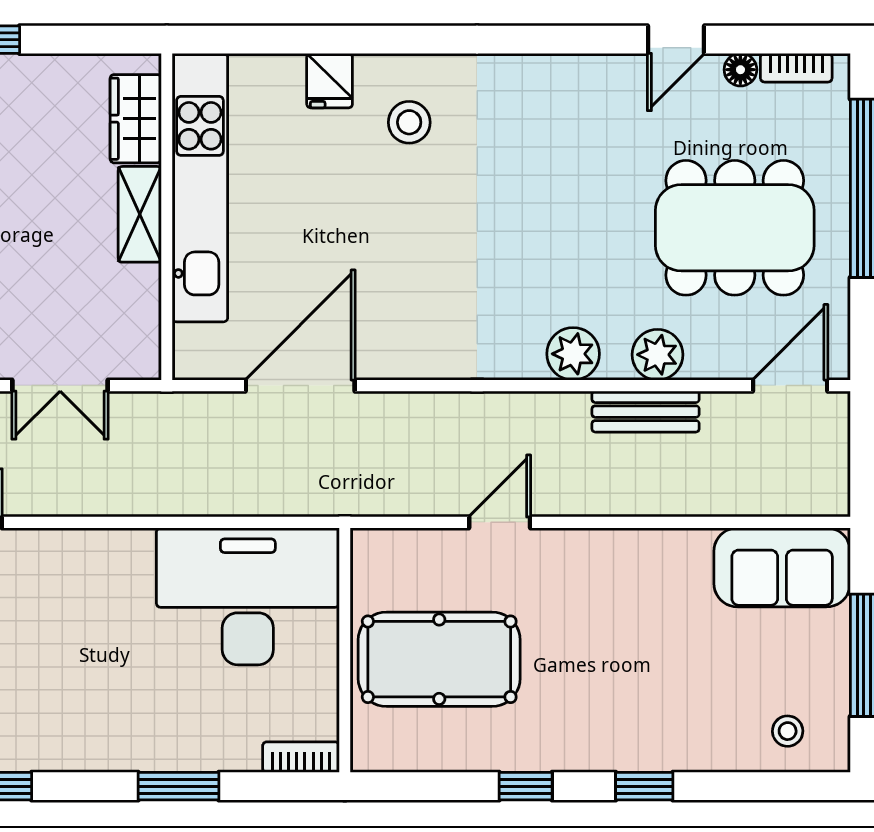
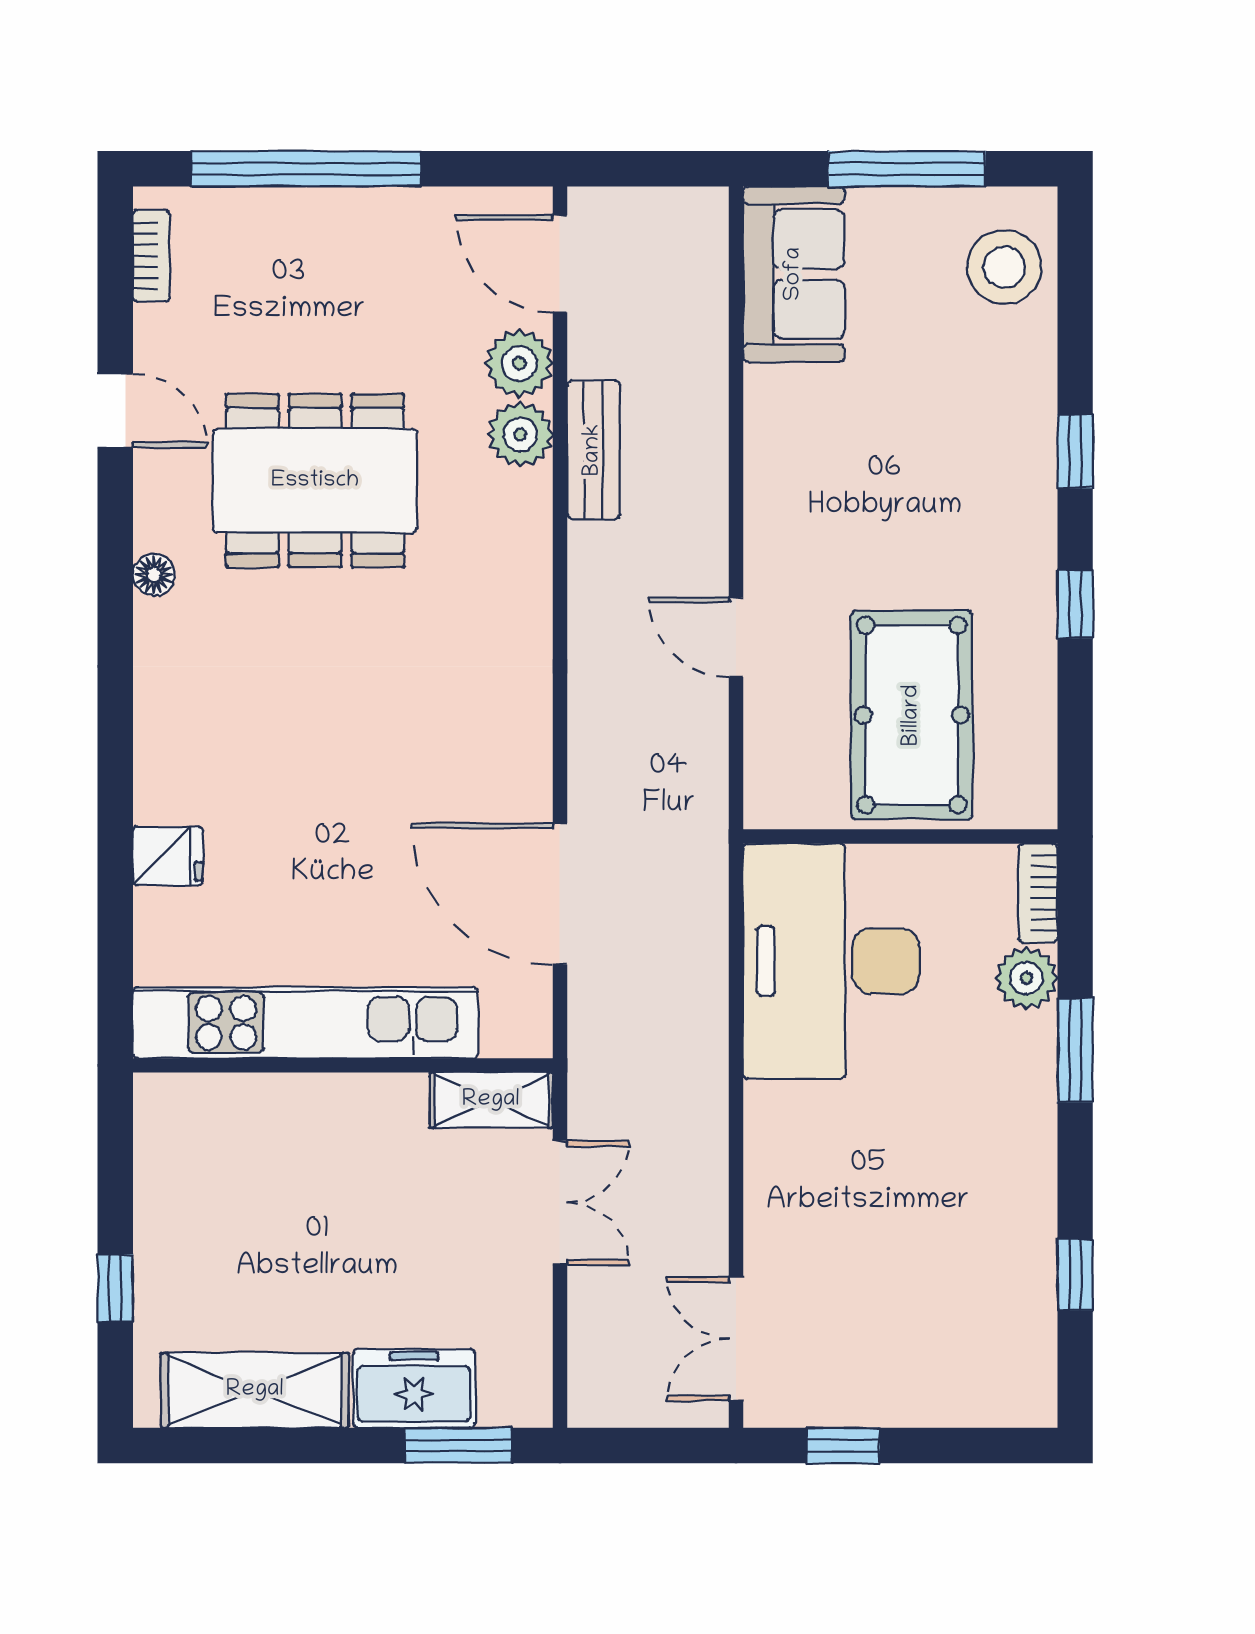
floor lamp: (740, 70) -> (154, 575), moved
wardrobe: (136, 119) -> (217, 1105), removed
stool: (409, 122) -> (221, 754), removed
shelving: (140, 214) -> (491, 1100), moved
dining table: (735, 228) -> (315, 481), moved, turned 90
plant: (573, 354) -> (519, 363), moved
stool: (788, 731) -> (1004, 267), width x1.89, depth x1.89
plant: (235, 748) -> (1026, 978), added

